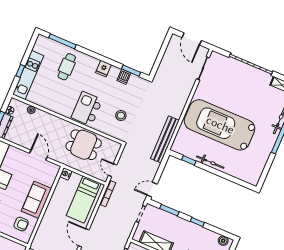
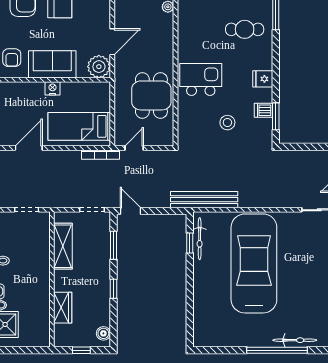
stool: (121, 116) -> (227, 123), moved
bicycle: (210, 162) -> (200, 239), moved
plant: (51, 170) -> (99, 67), added
nightstand: (66, 174) -> (52, 88), moved

